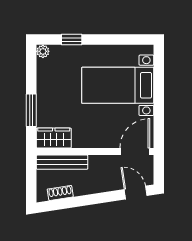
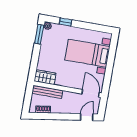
window: (31, 110) -> (39, 34), moved
door: (135, 152) -> (91, 93), hinge flipped
door: (136, 193) -> (87, 117), hinge flipped

